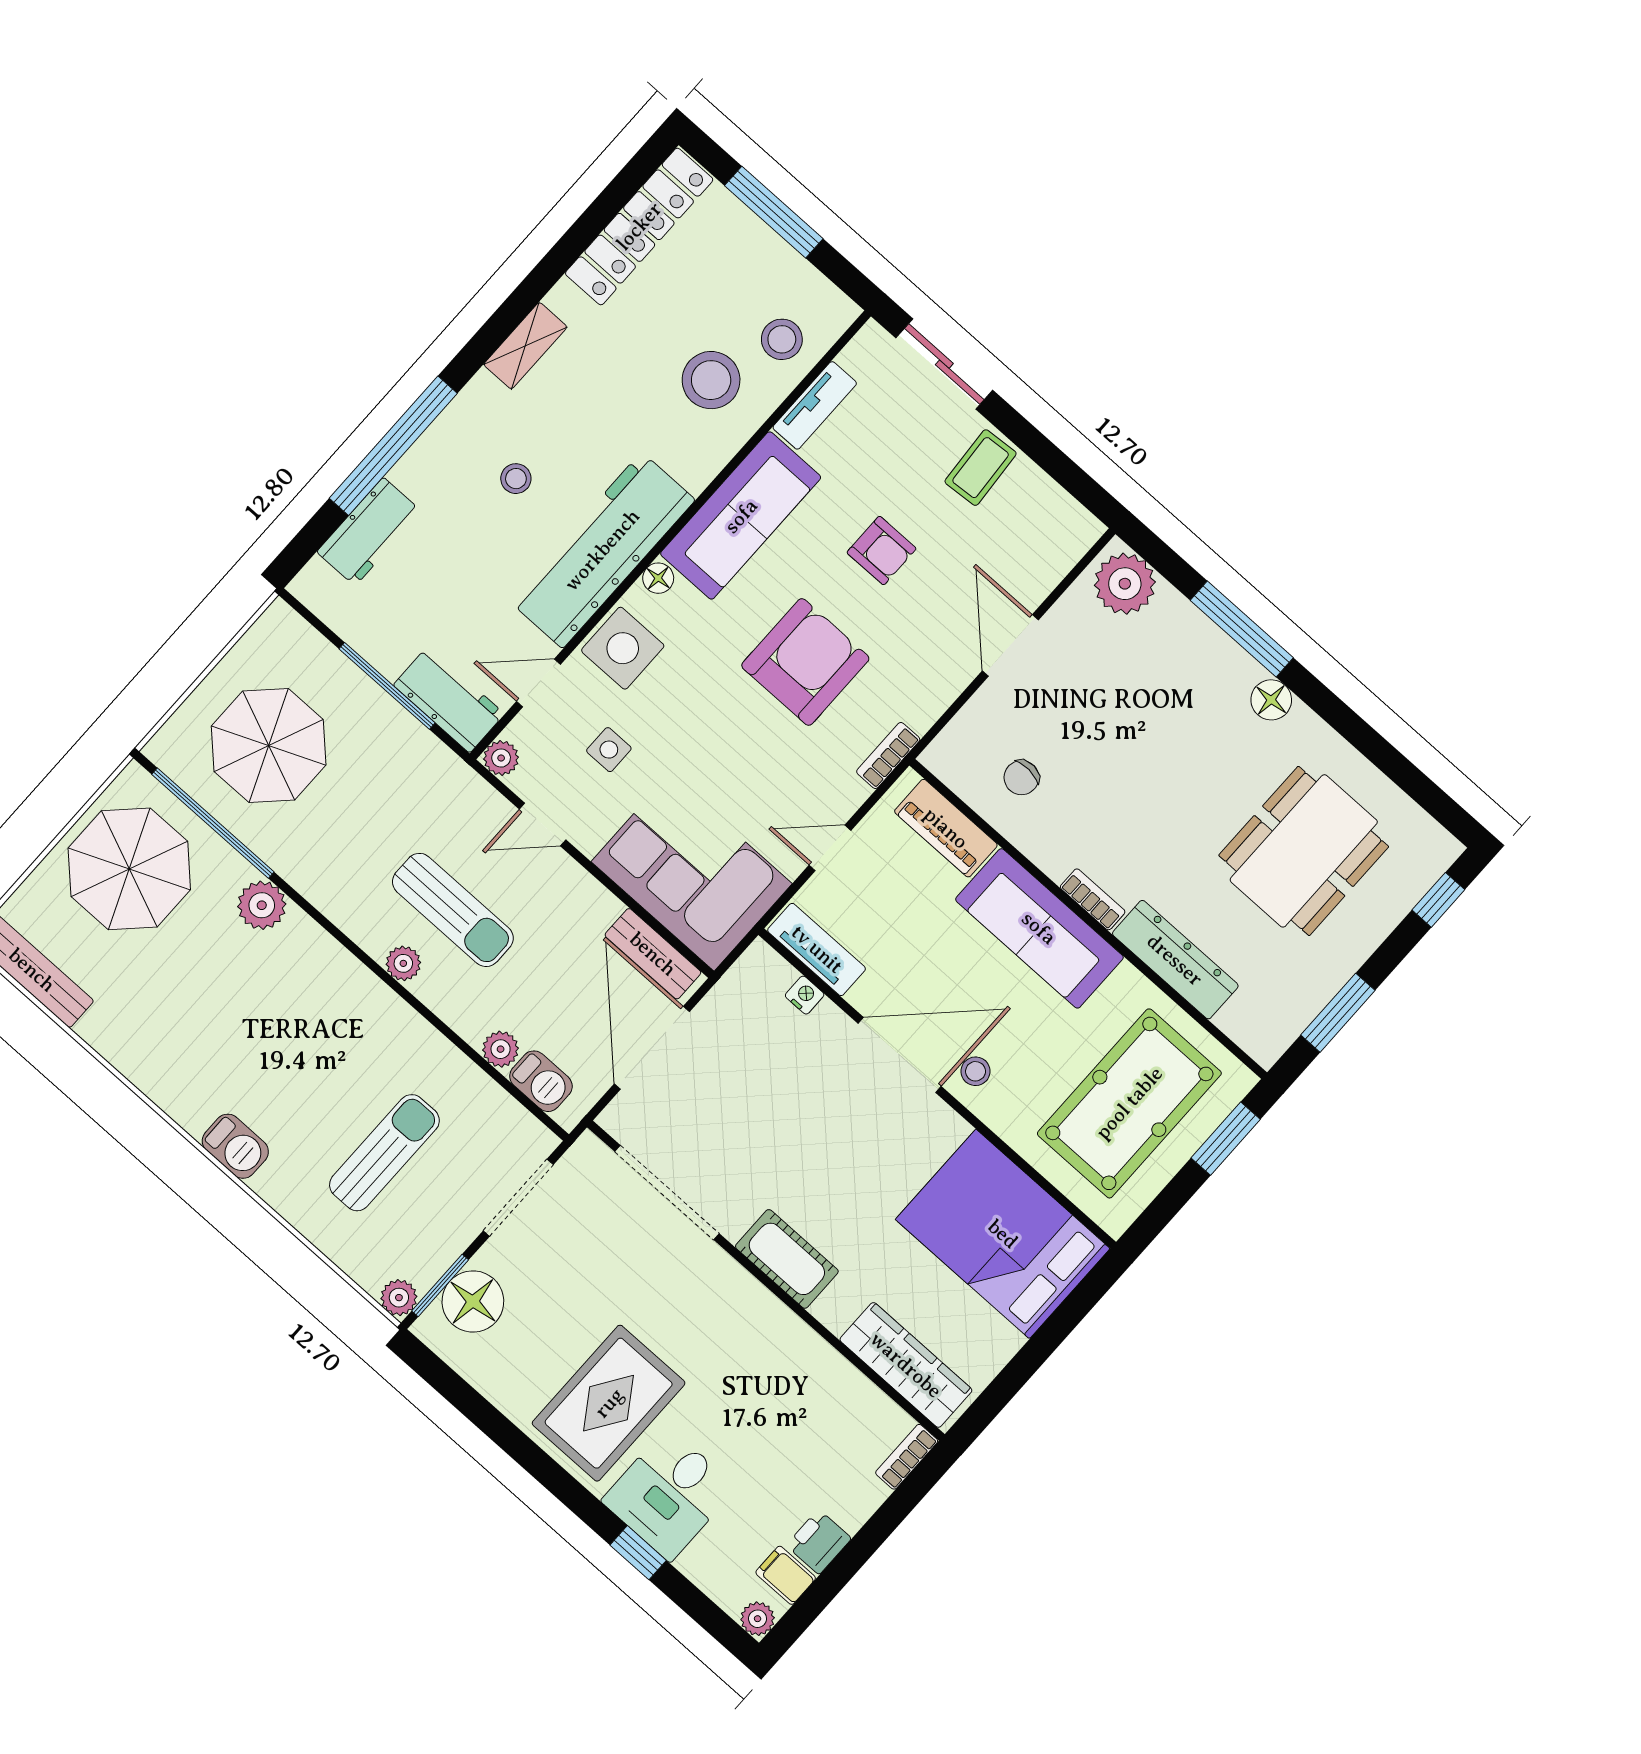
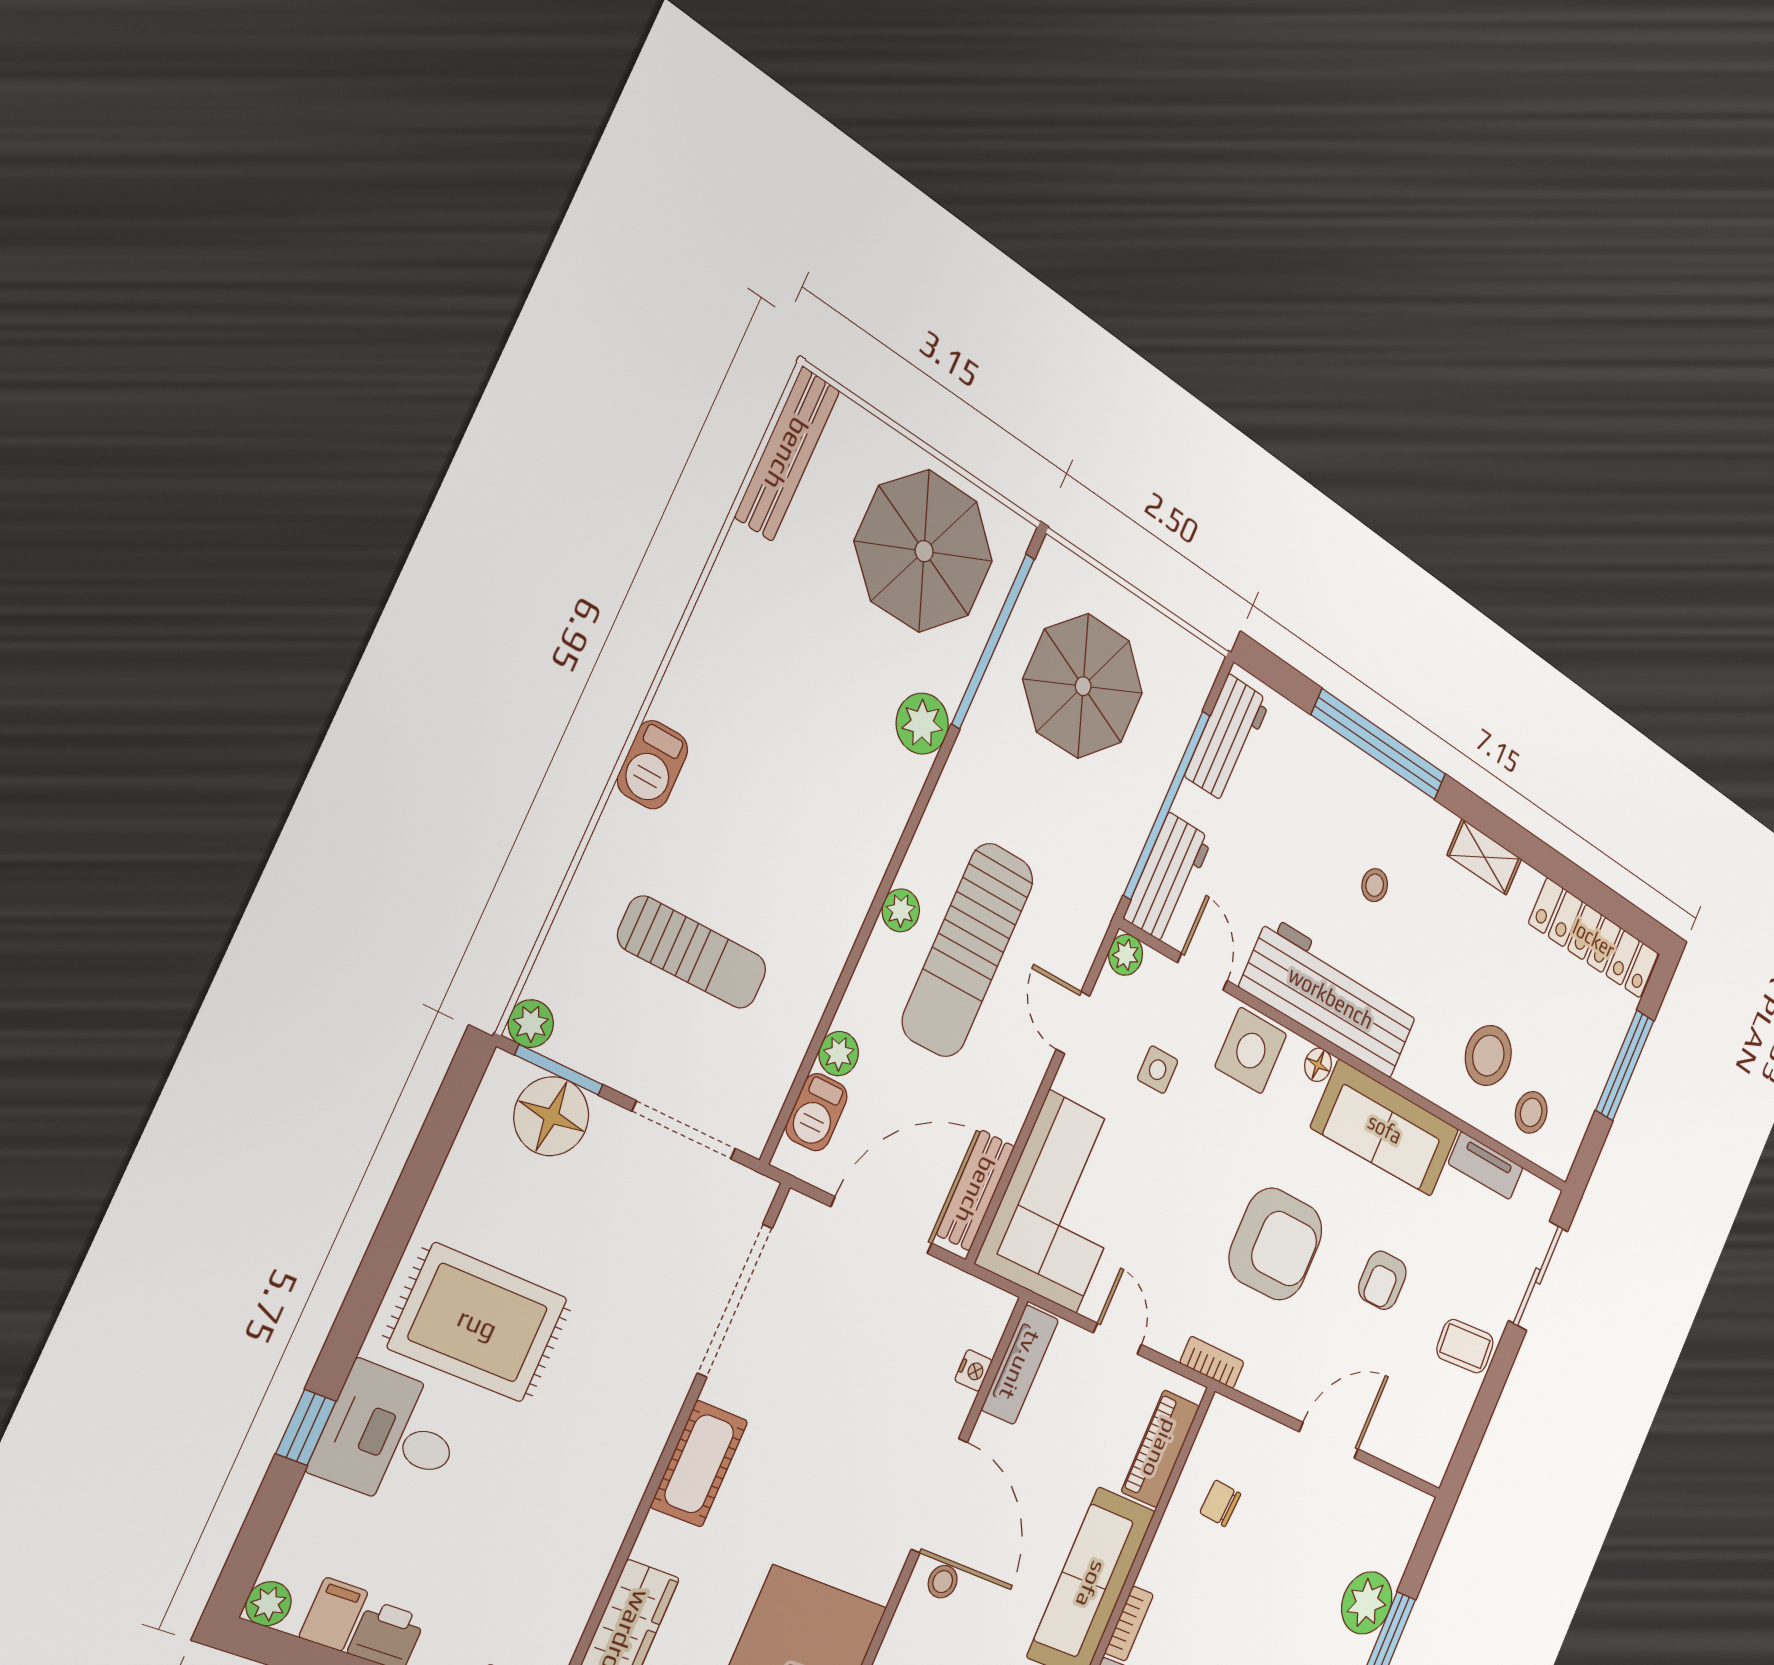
workbench: (369, 532) -> (1227, 739), moved, turned -90
plant: (1125, 584) -> (1367, 1603), moved
window: (387, 686) -> (1167, 805), width x1.46
sun lounger: (453, 910) -> (968, 950), width x1.36, depth x1.34

